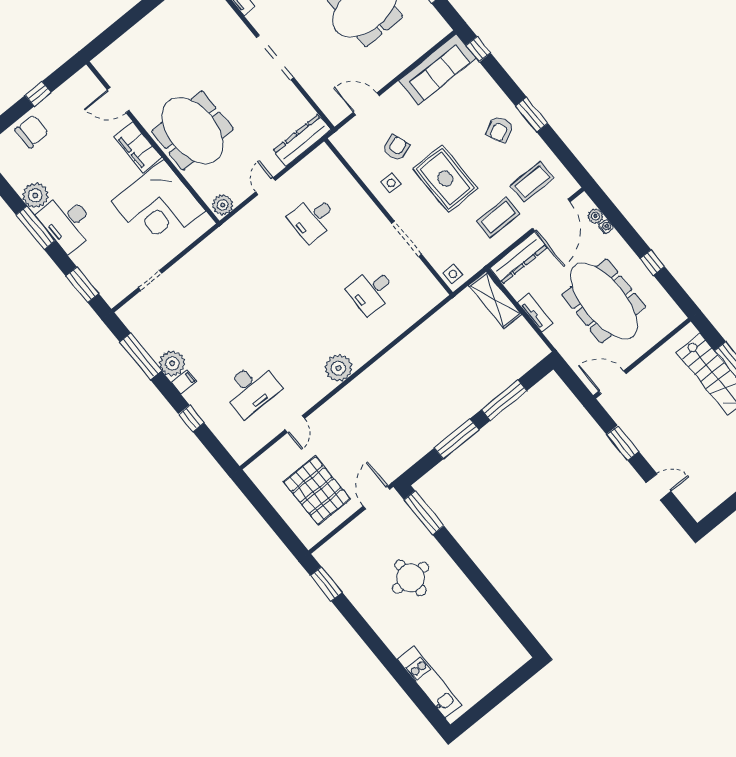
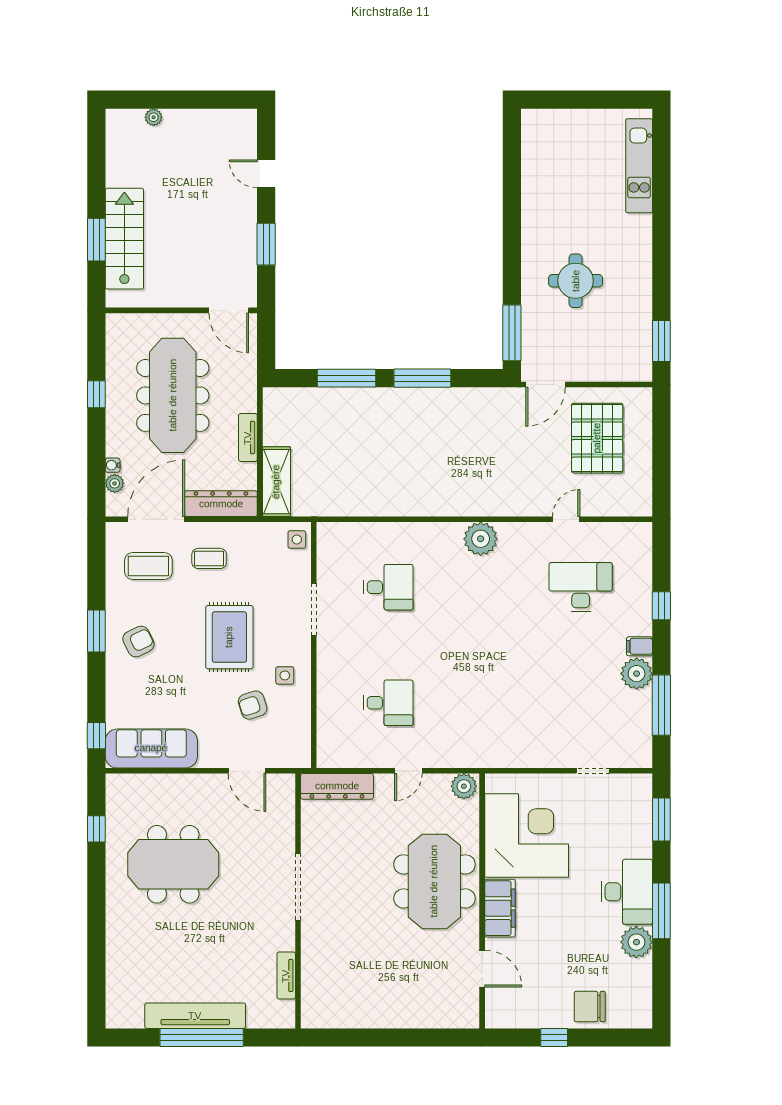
coffee table: (498, 217) -> (209, 558), width x0.73, depth x0.77

